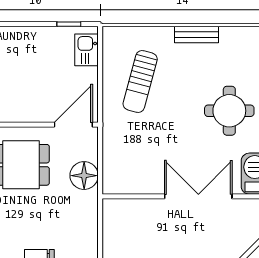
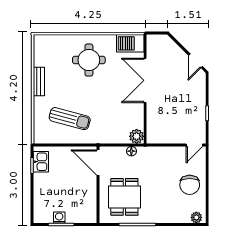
kitchen sink: (86, 50) -> (41, 162), moved, turned -90
floor lamp: (84, 176) -> (131, 151), width x0.53, depth x0.53
plant: (113, 183) -> (137, 136), added

